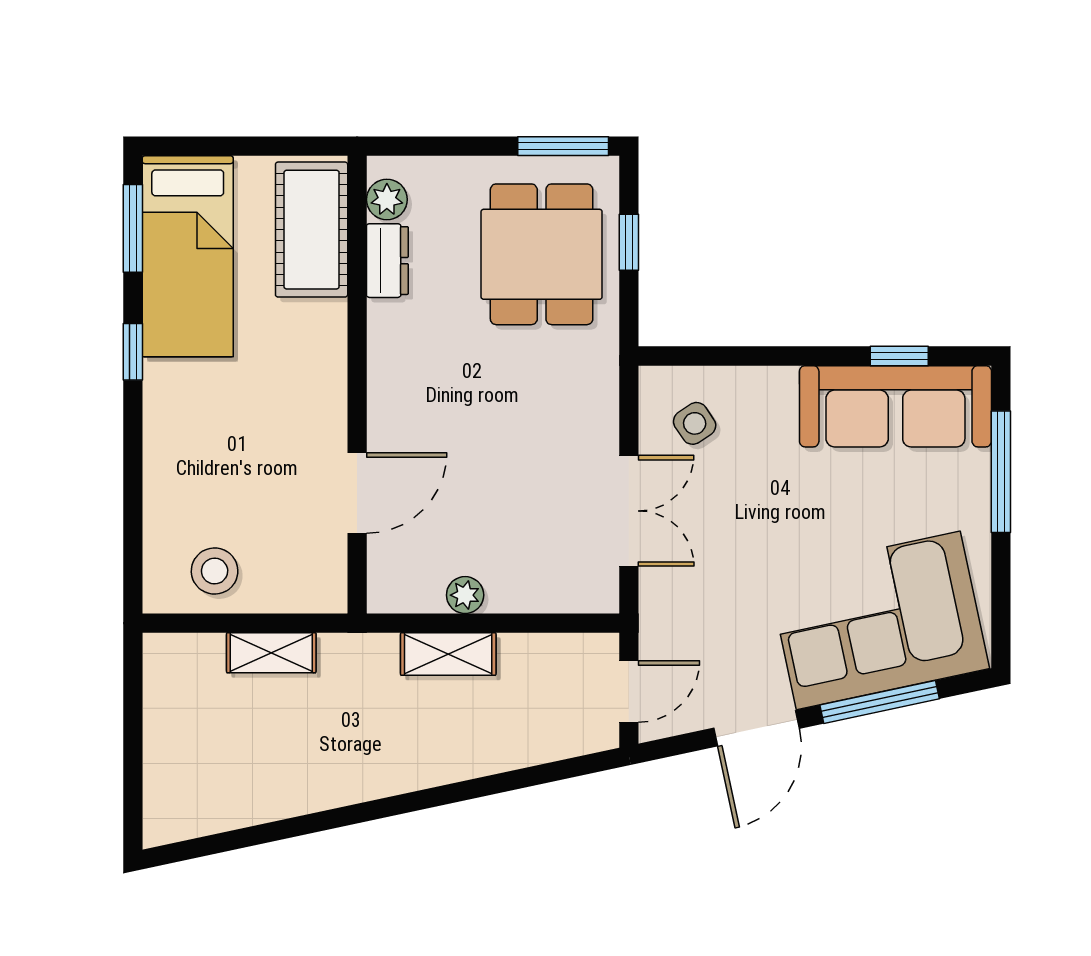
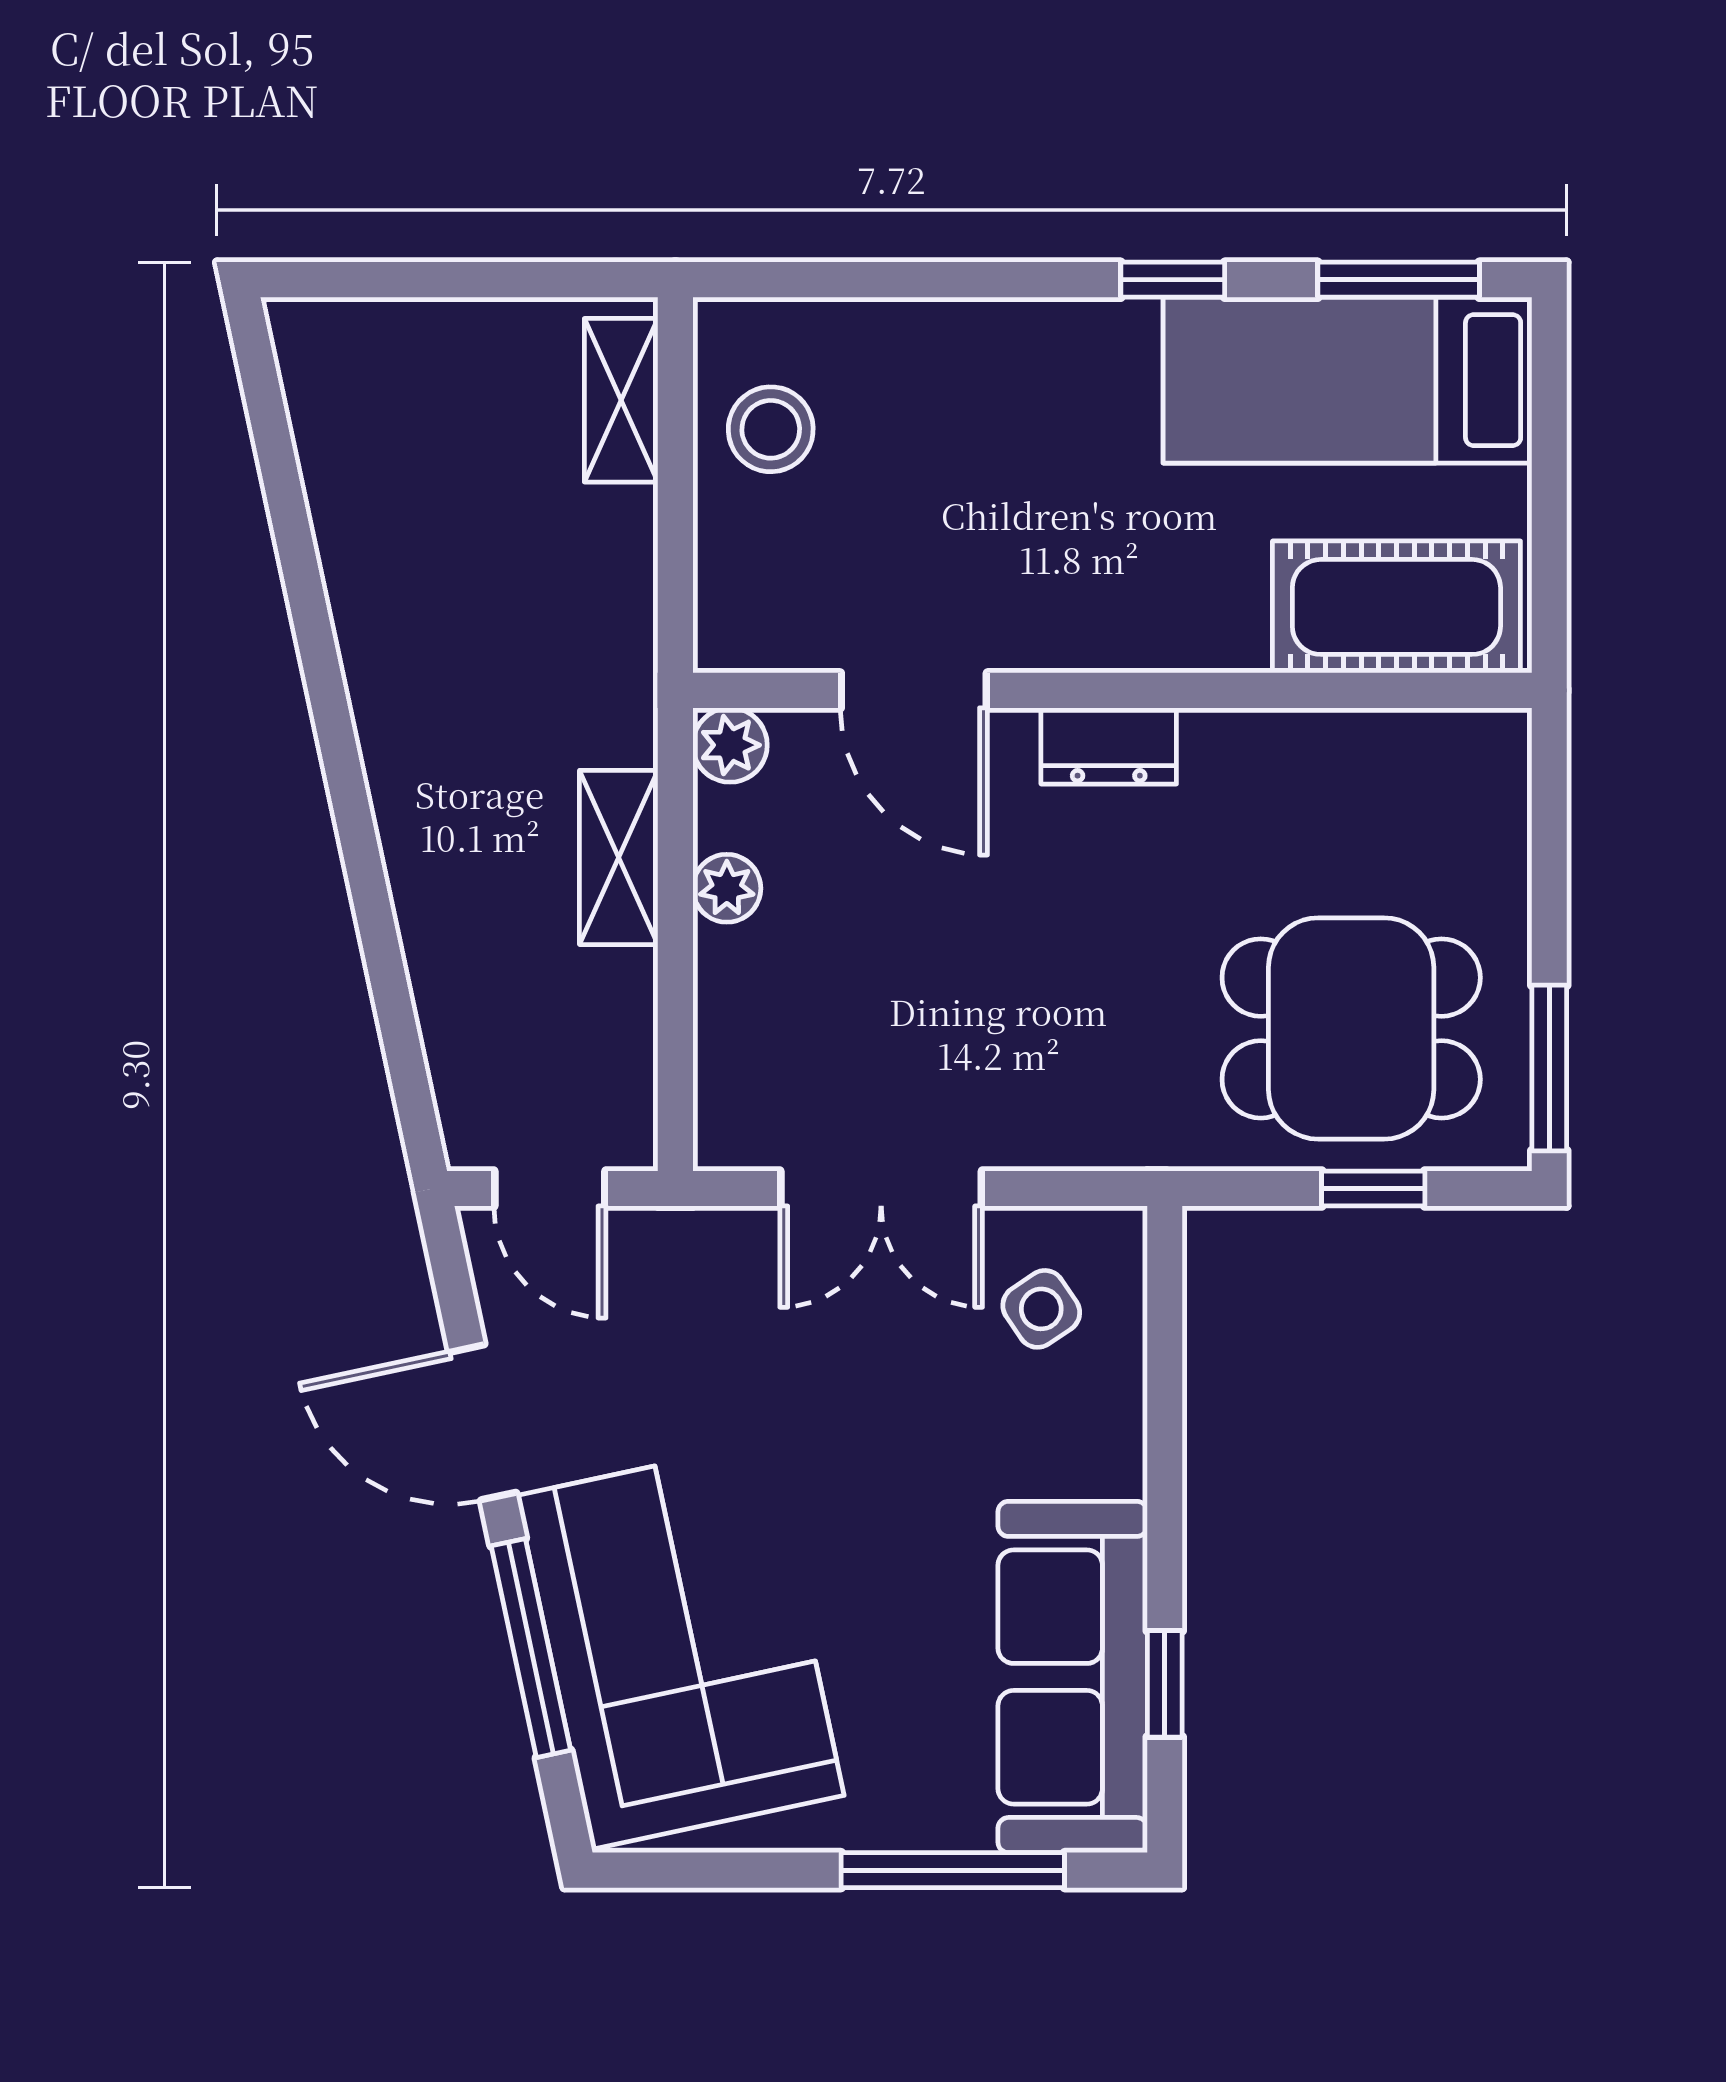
plant: (387, 200) -> (730, 745), moved
dresser: (387, 261) -> (1109, 746), moved
shelving: (271, 653) -> (621, 400), moved

